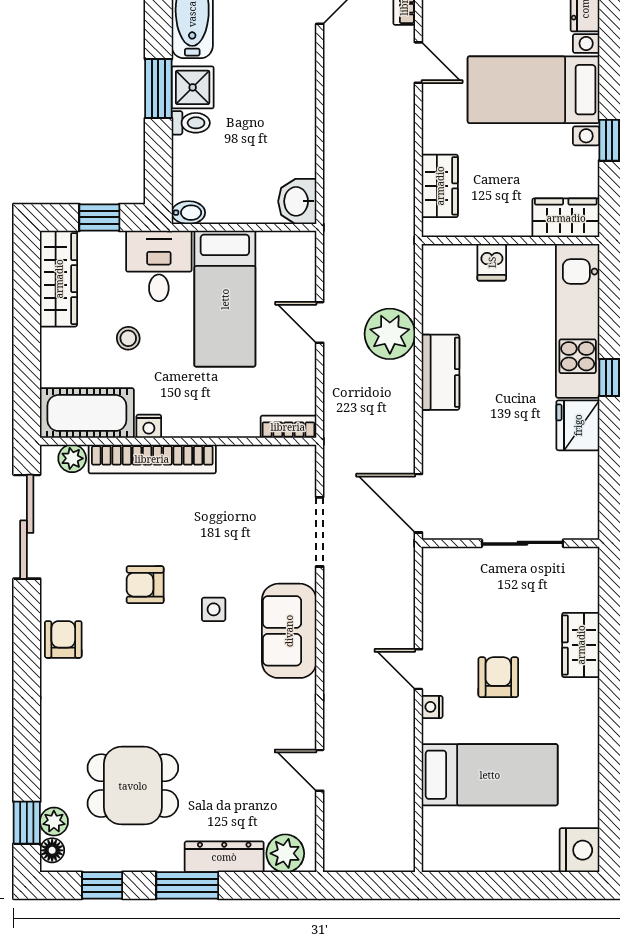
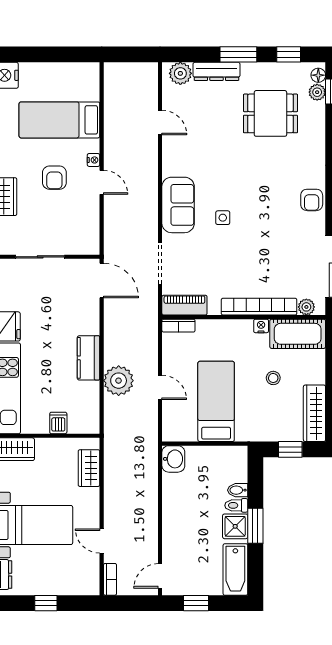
bidet: (188, 213) -> (238, 490), moved
desk: (159, 266) -> (255, 421), removed
piano: (278, 462) -> (184, 305), added
armchair: (145, 585) -> (263, 232), removed

